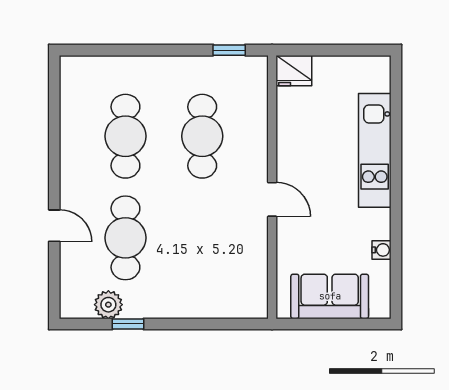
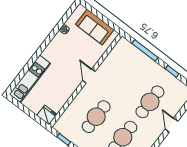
kitchen unit: (375, 150) -> (30, 79), moved
plant: (108, 305) -> (174, 83), removed
window: (206, 324) -> (145, 50), added

